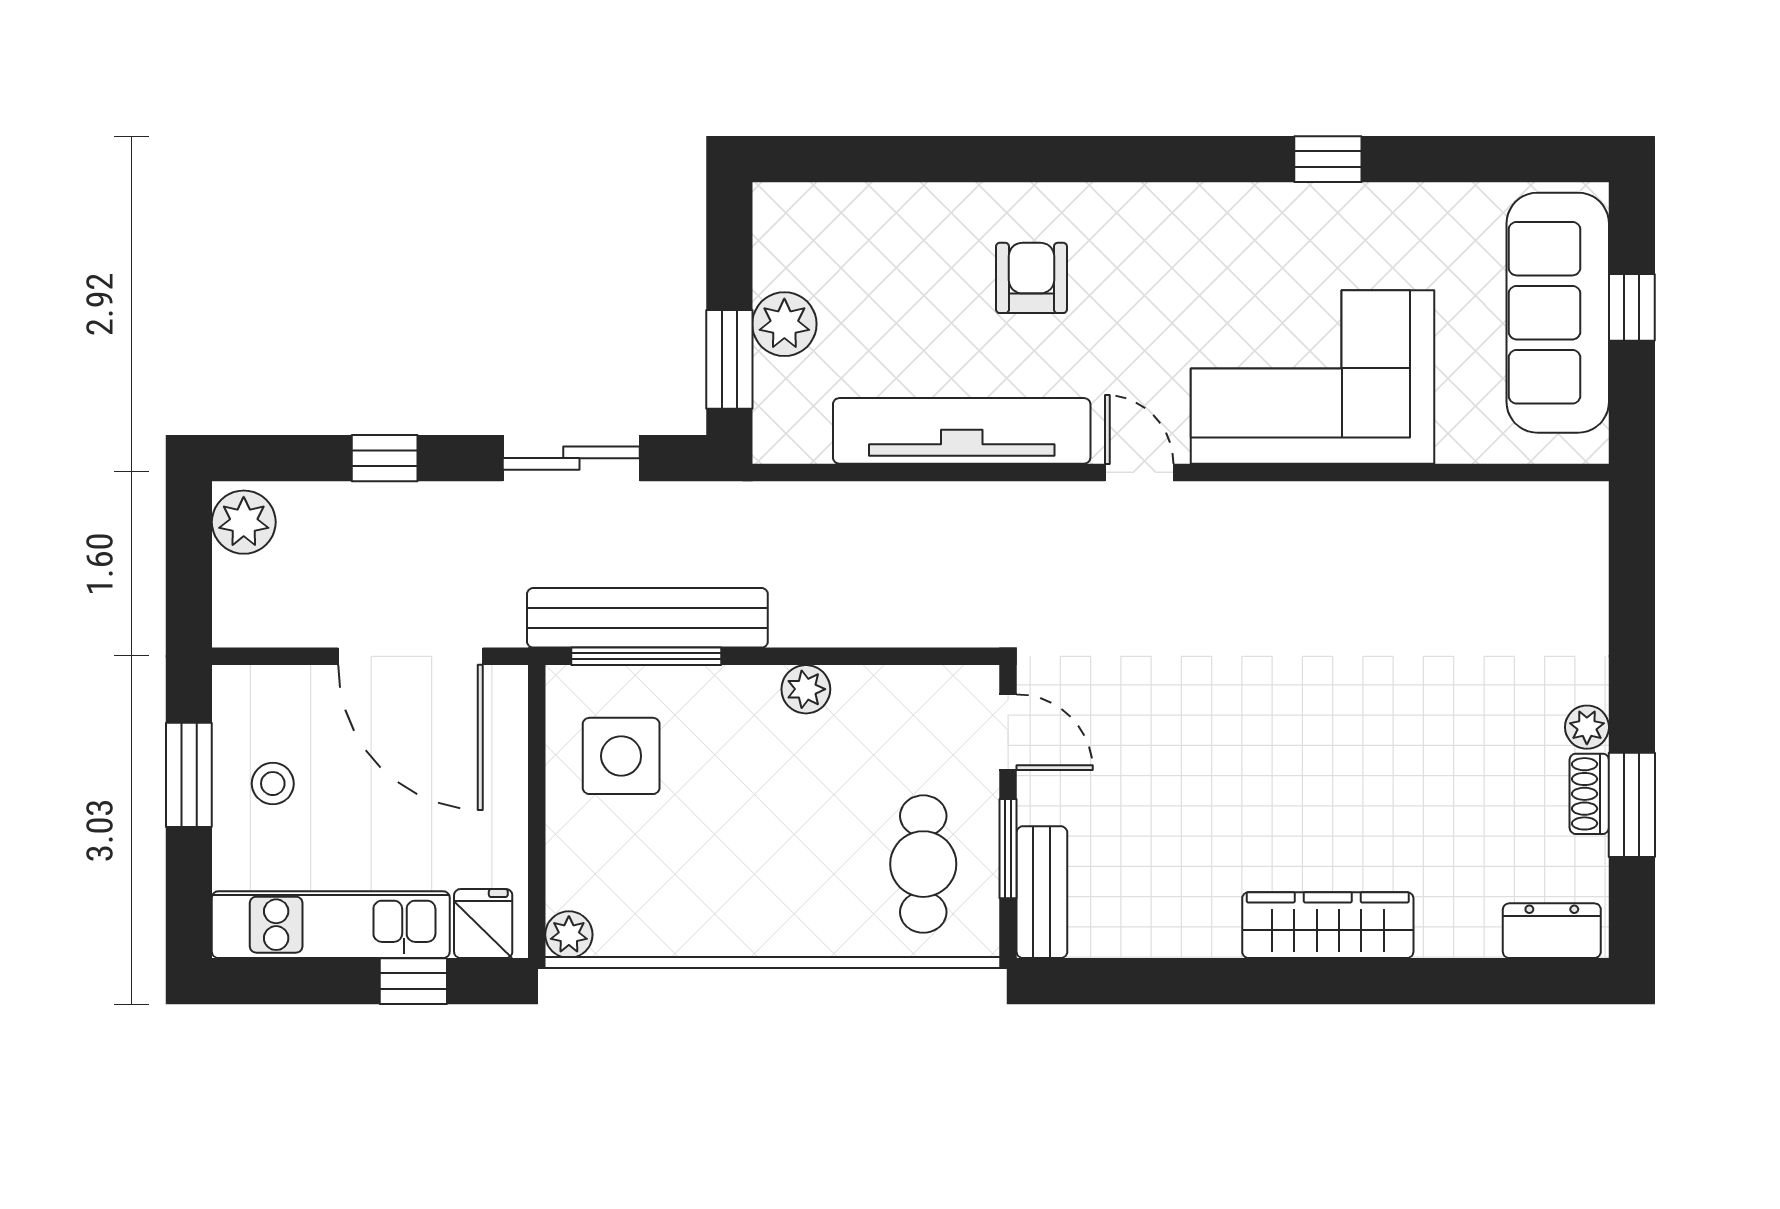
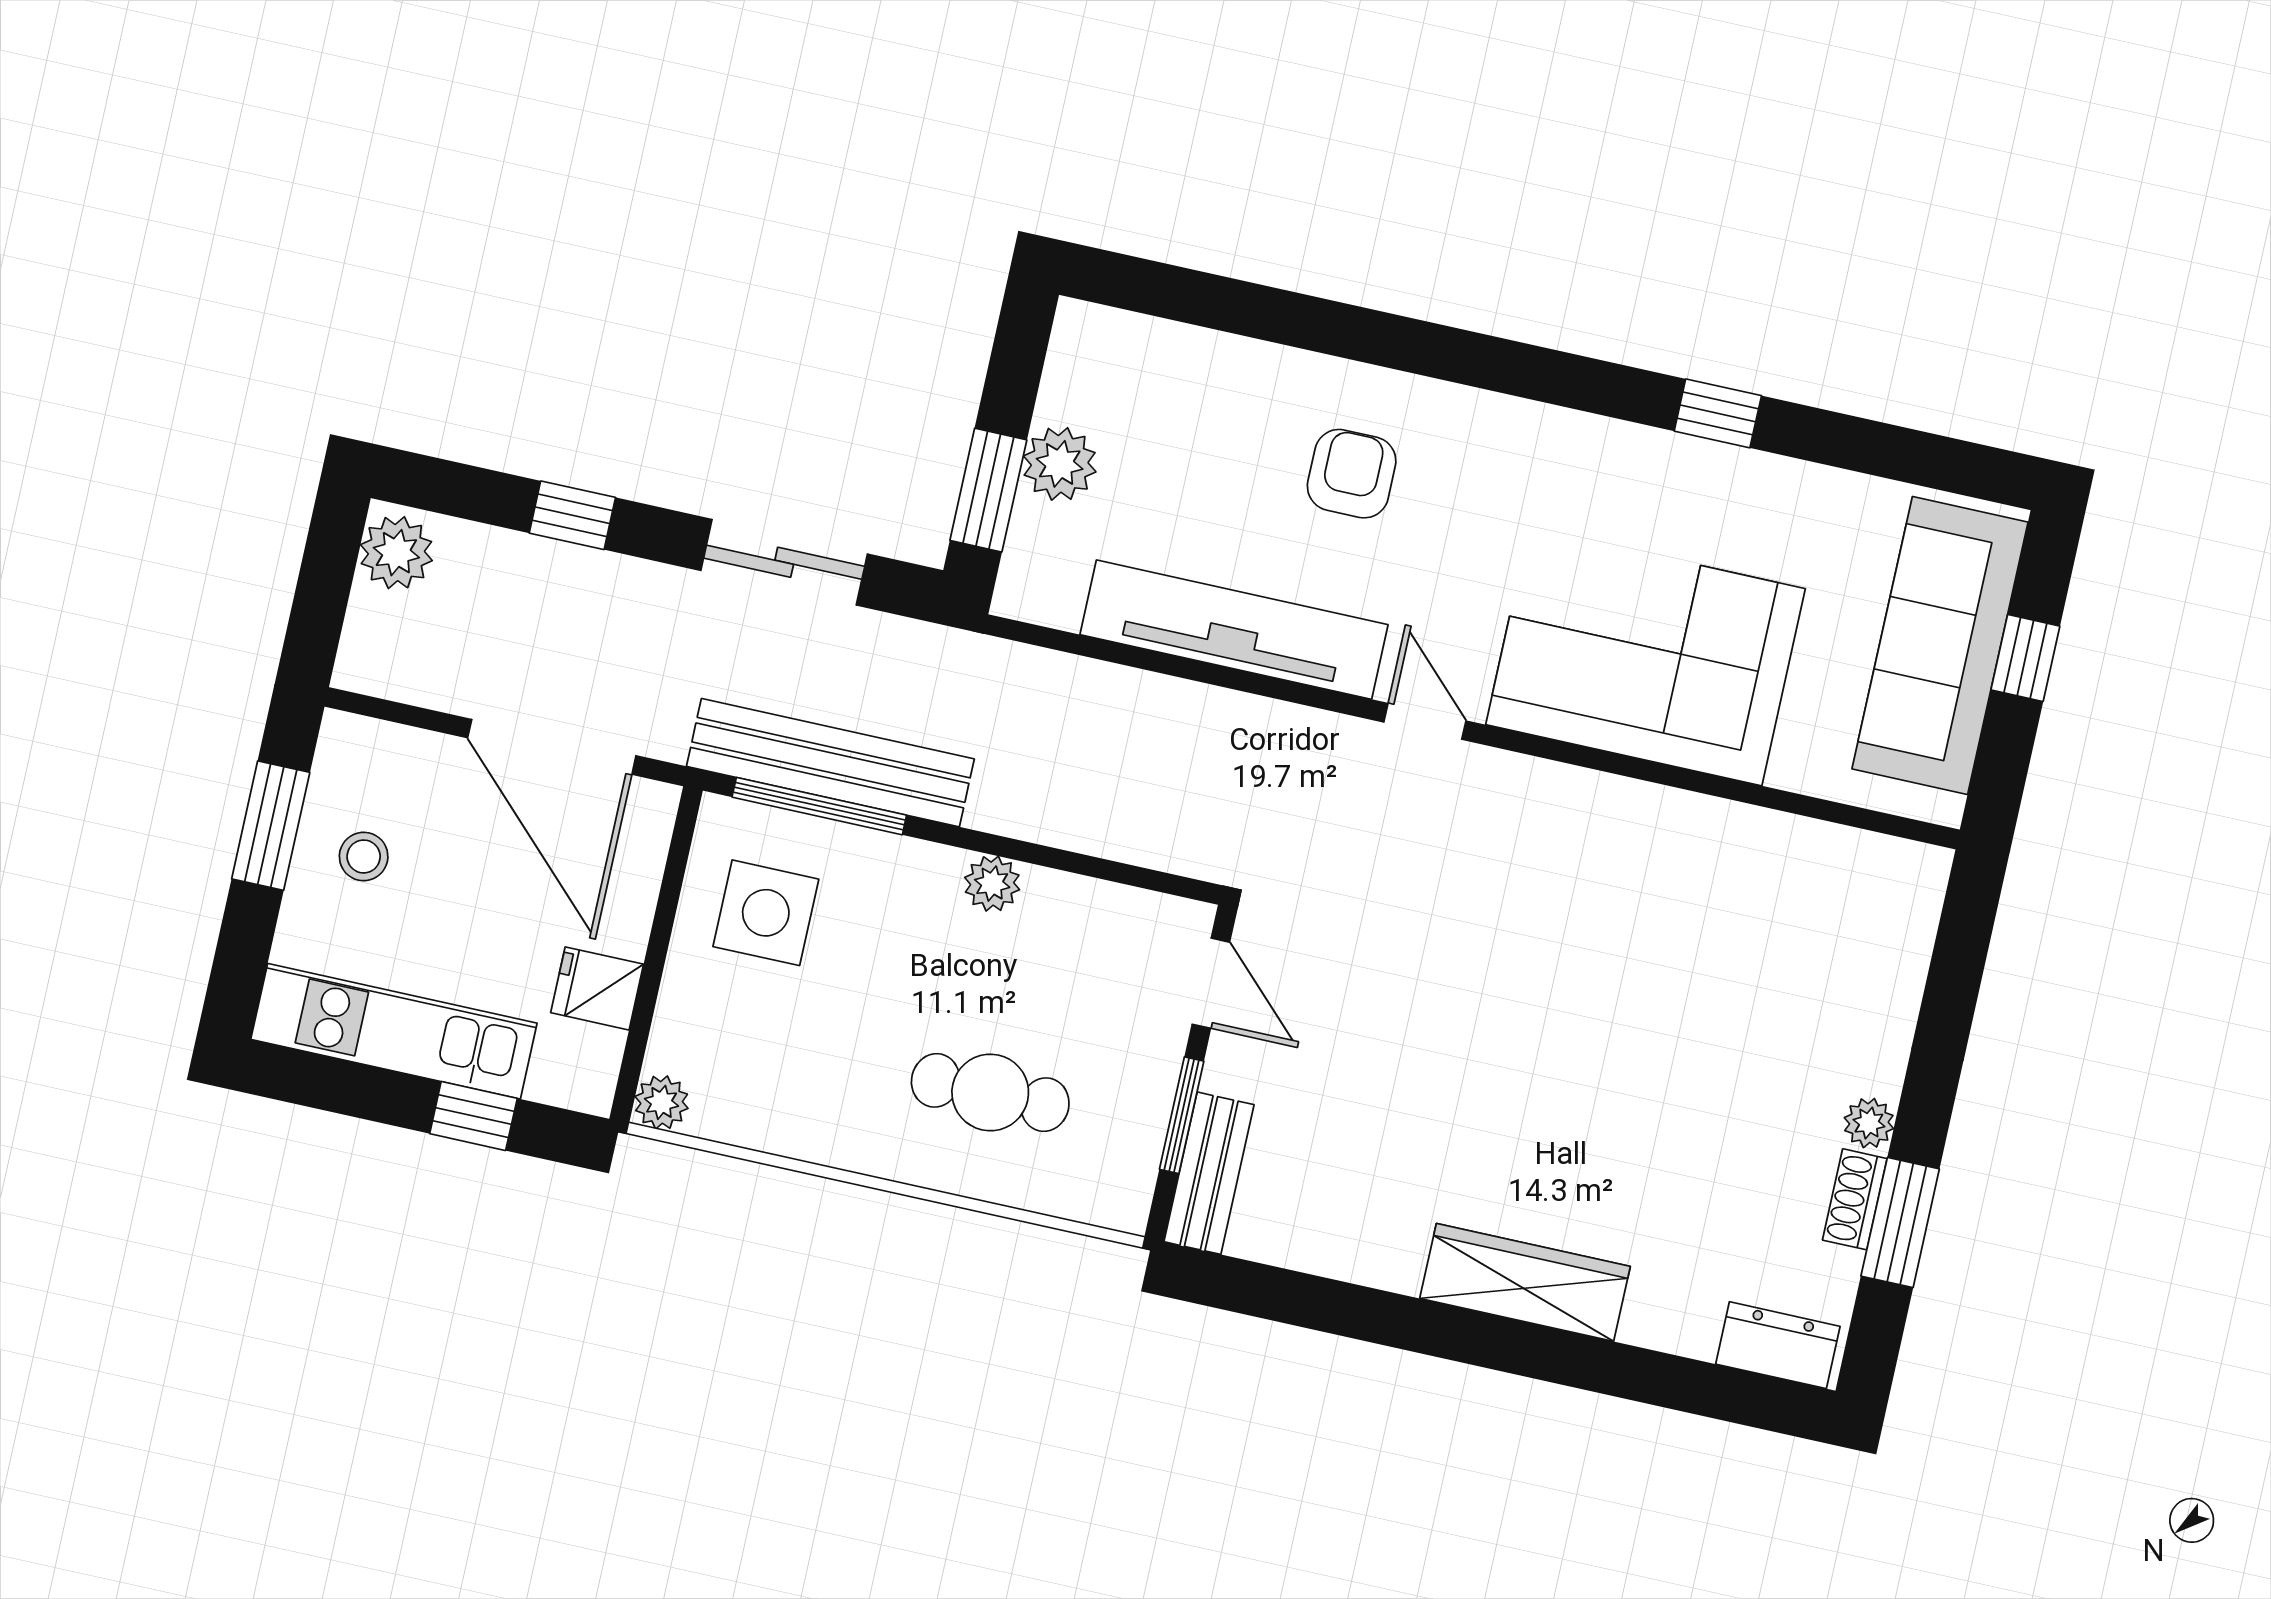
cafe table: (923, 864) -> (990, 1092), moved, turned 90
fridge: (483, 924) -> (597, 988), moved, turned -90

